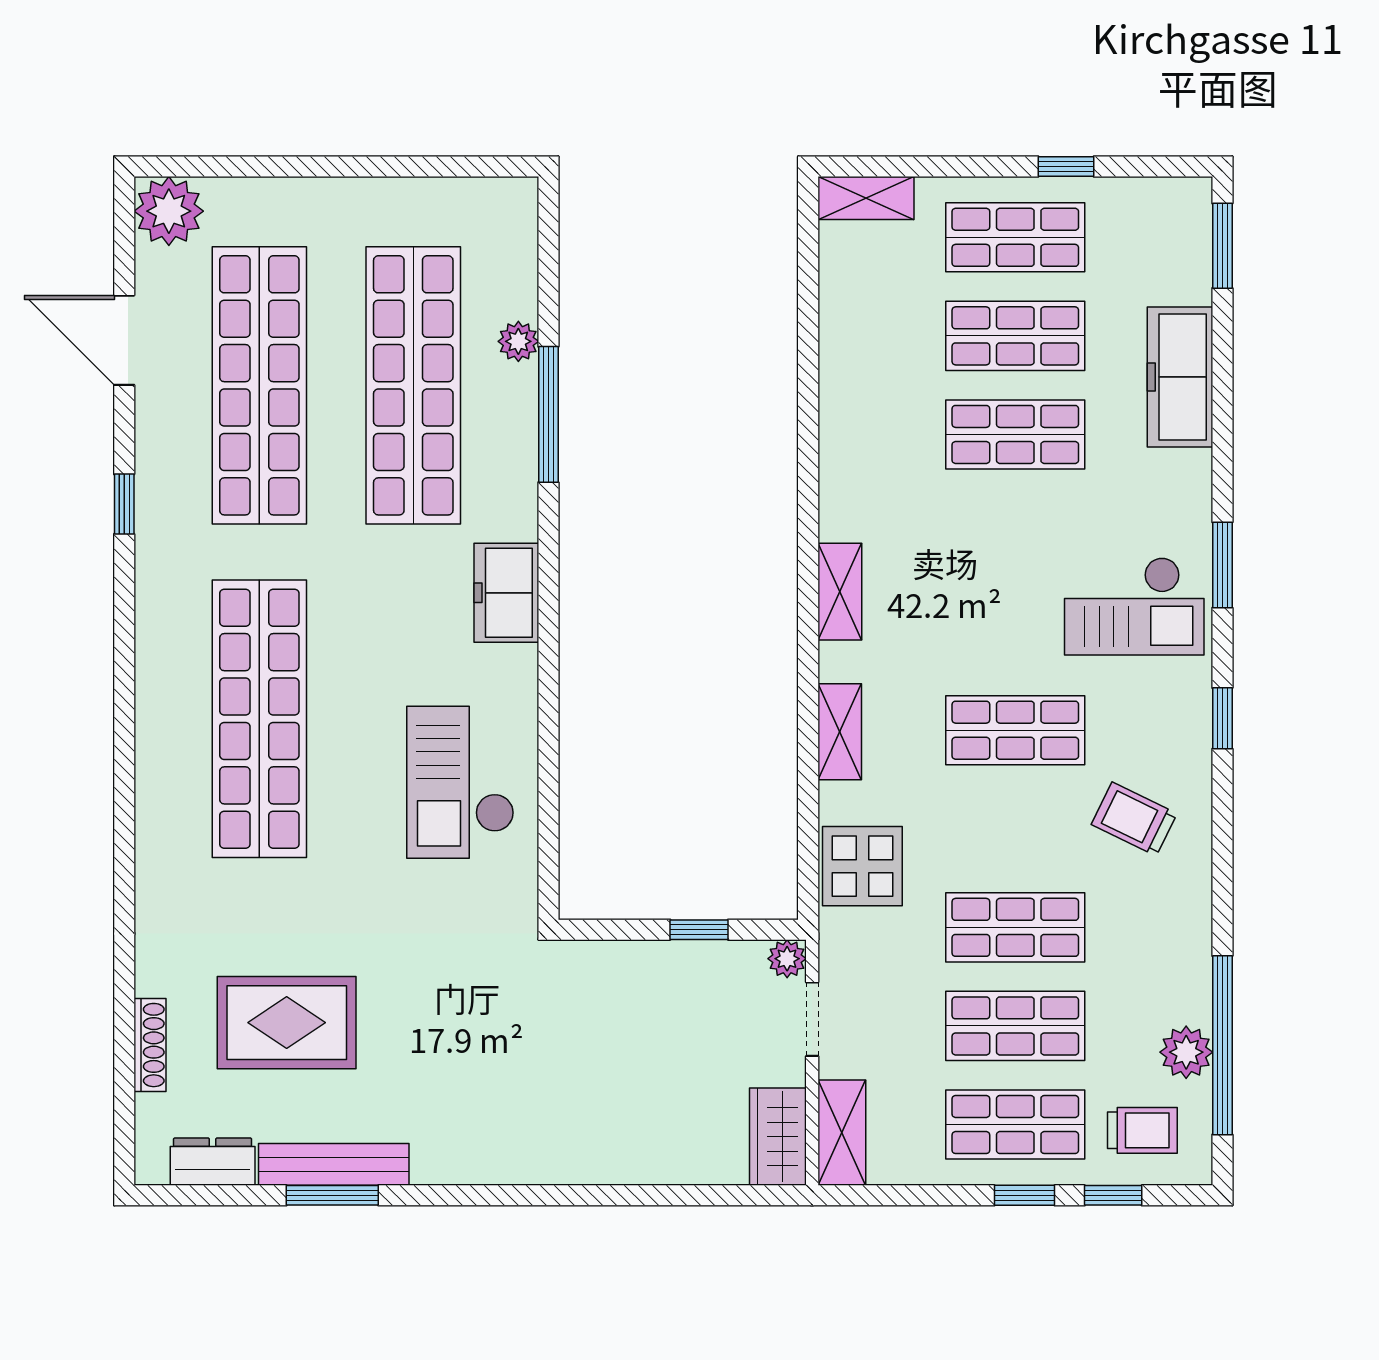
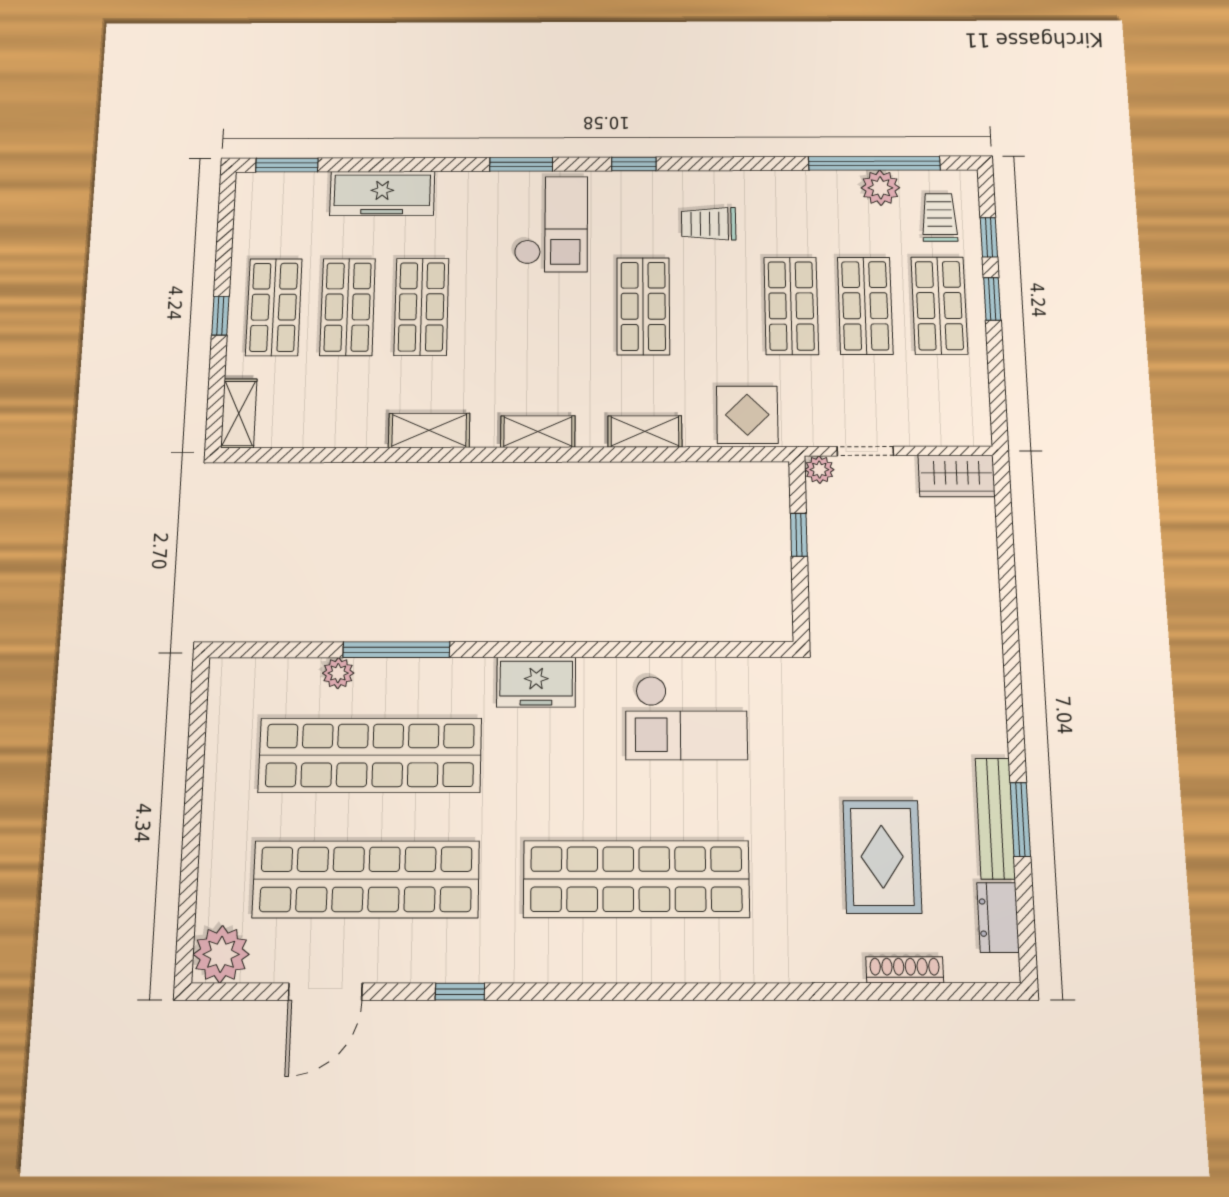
window: (1066, 166) -> (220, 316), moved
trolley: (1134, 819) -> (709, 224), turned 64
shelving: (842, 1133) -> (429, 430), moved

